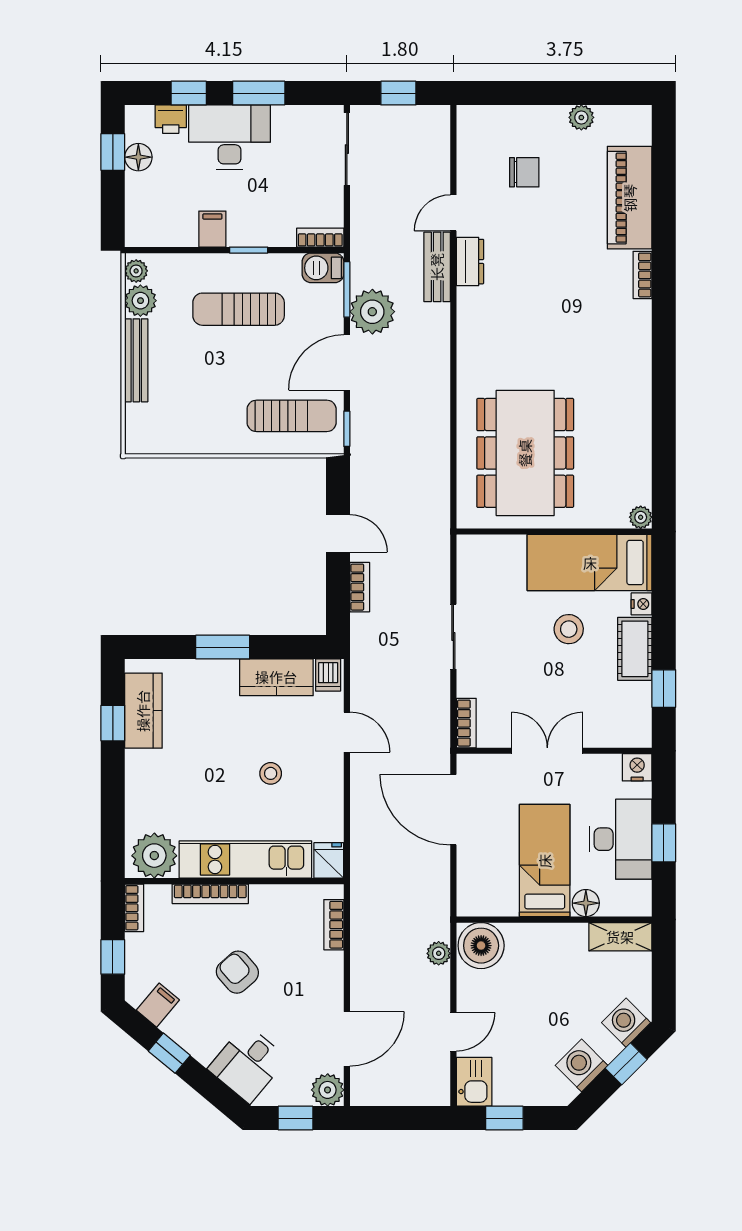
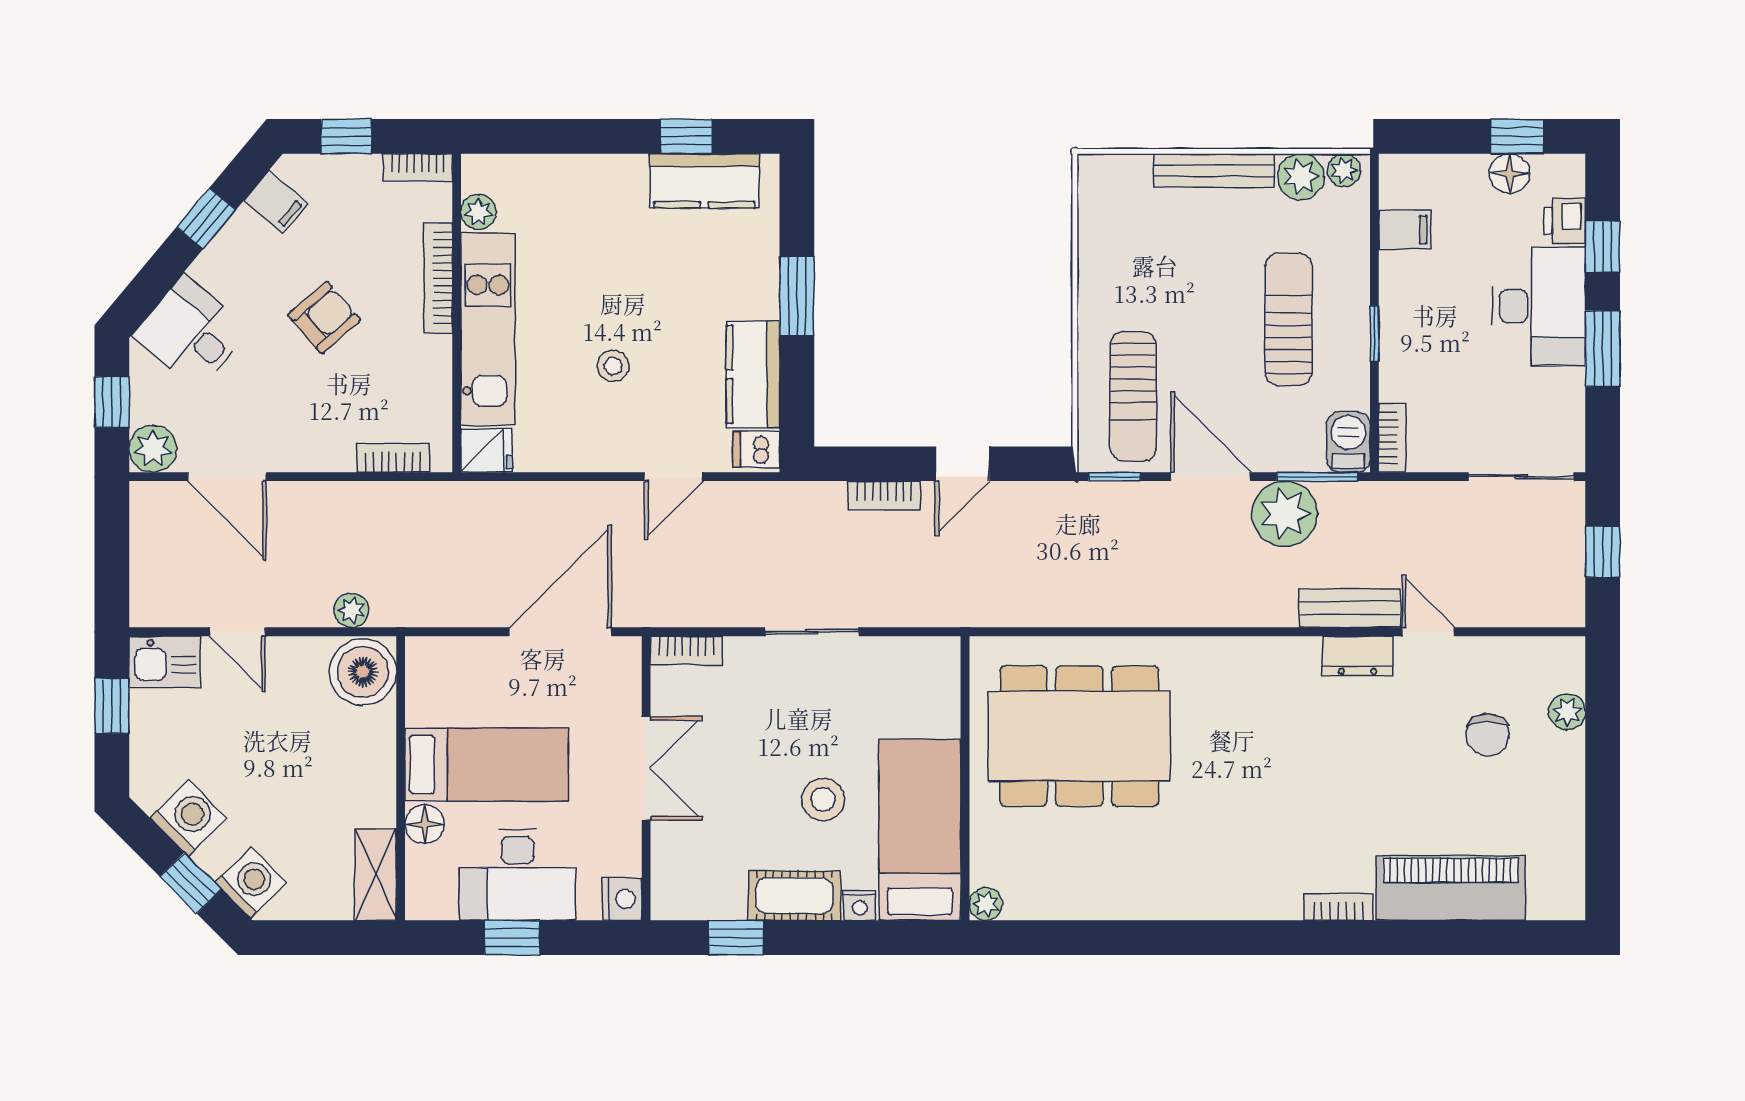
plant: (581, 117) -> (1567, 712), moved
filing cabinet: (212, 229) -> (1405, 230), moved
plant: (154, 856) -> (478, 212), width x0.53, depth x0.53

